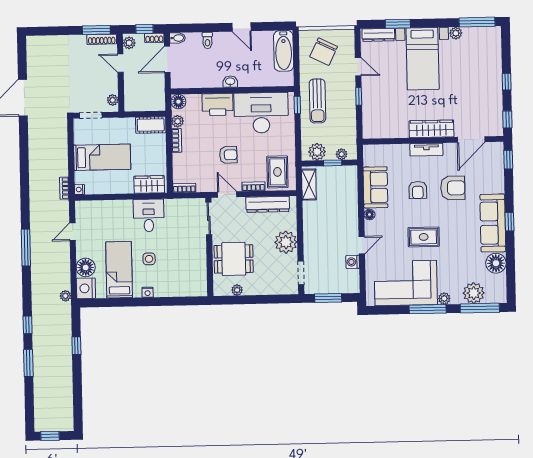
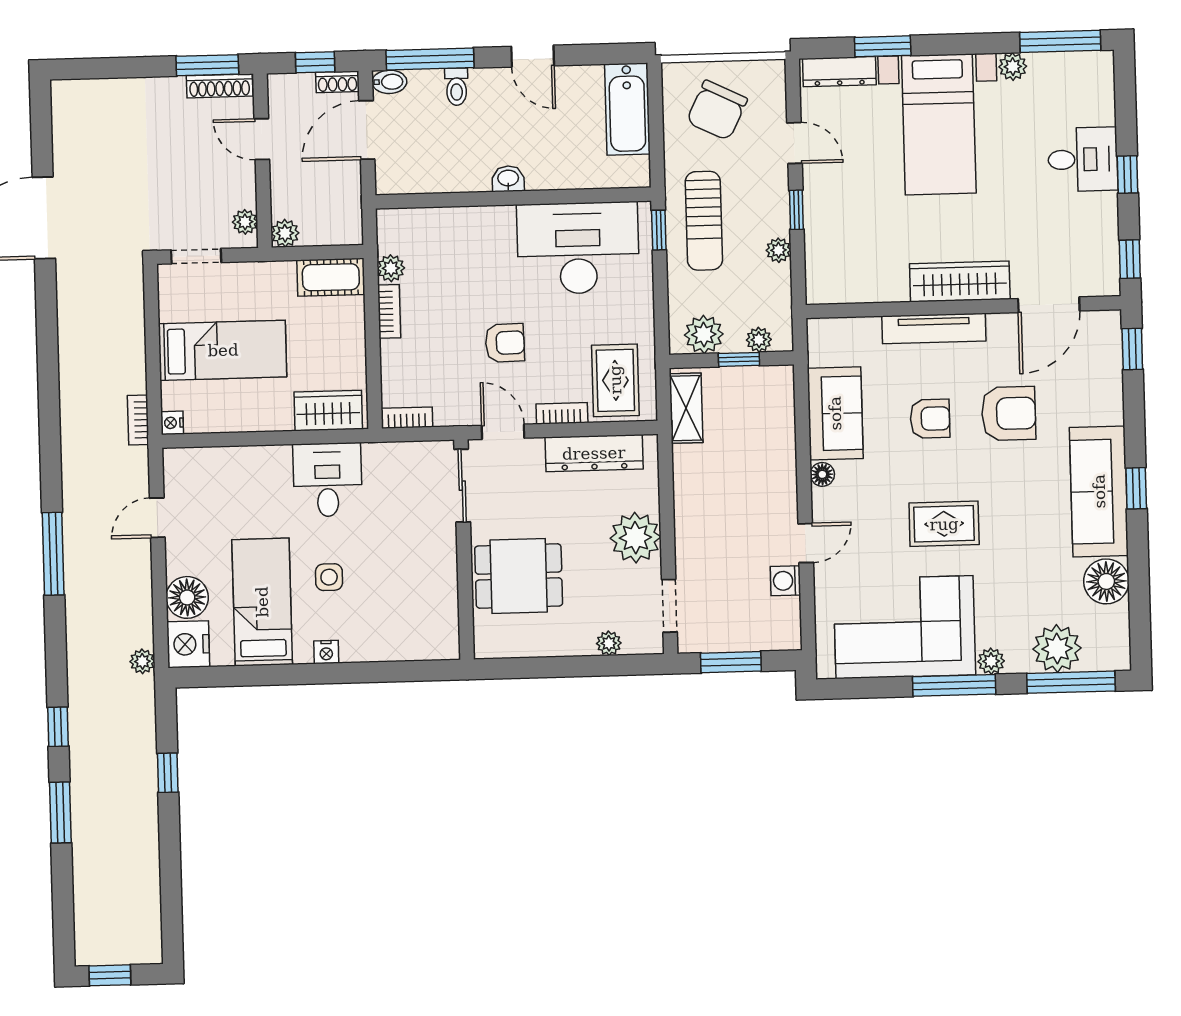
window: (196, 28) -> (430, 59), added
plant: (129, 43) -> (285, 233), moved
desk: (487, 75) -> (1083, 159), added
floor lamp: (178, 102) -> (392, 224), removed
printer: (218, 104) -> (480, 230), removed
plant: (351, 114) -> (779, 250), added
tv unit: (426, 150) -> (934, 328), width x1.41
armchair: (418, 190) -> (930, 419), turned -90
plant: (237, 290) -> (609, 643), moved

